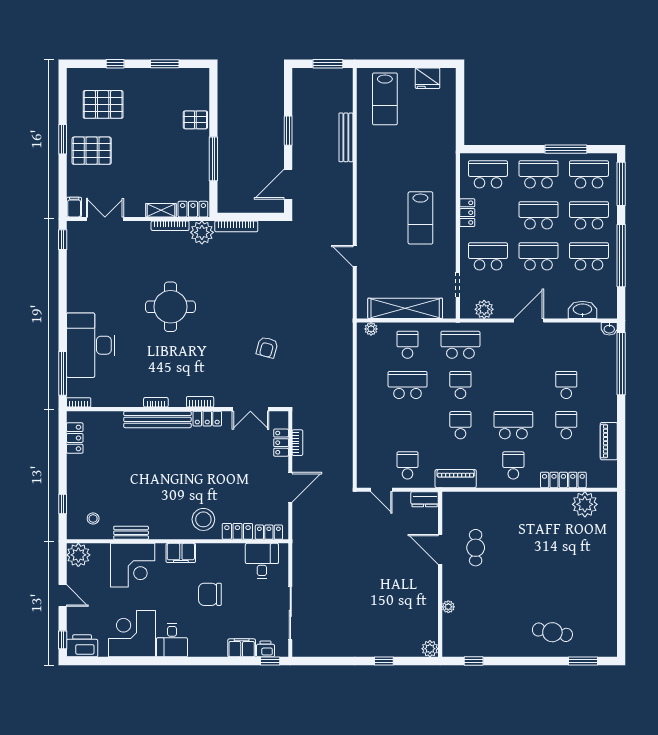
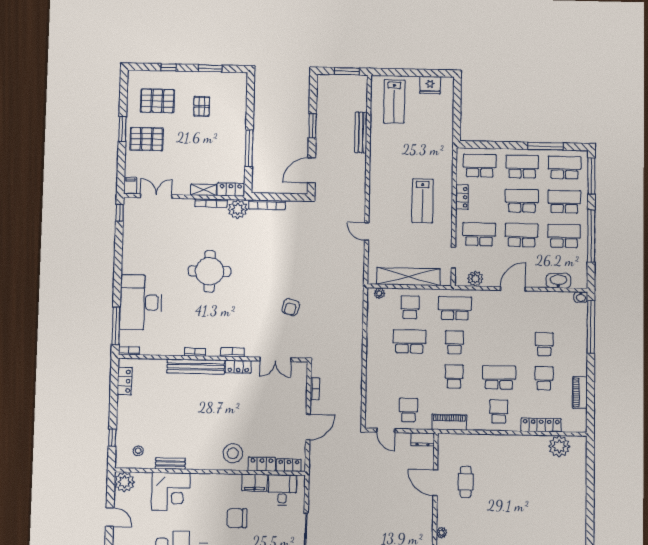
pallet: (195, 120) -> (202, 106), moved, turned 90
locker: (281, 443) -> (301, 389), removed
filing cabinet: (181, 553) -> (255, 483), moved

